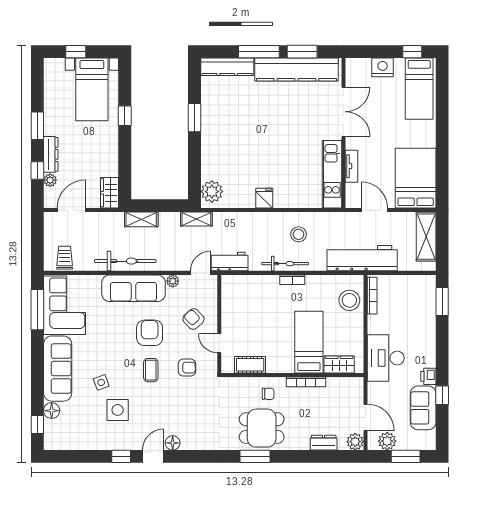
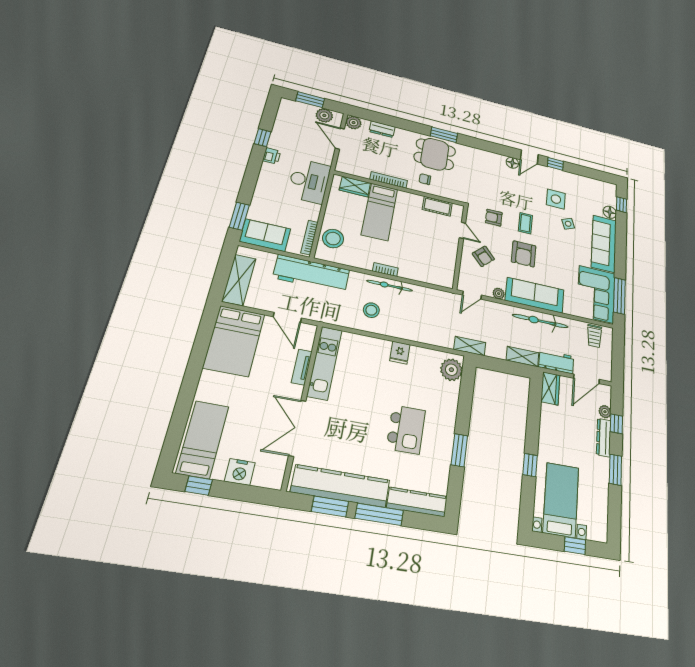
kitchen island: (247, 128) -> (406, 429), added
workbench: (230, 262) -> (556, 362), moved, turned 180
sofa: (423, 408) -> (265, 235), moved, turned -90

